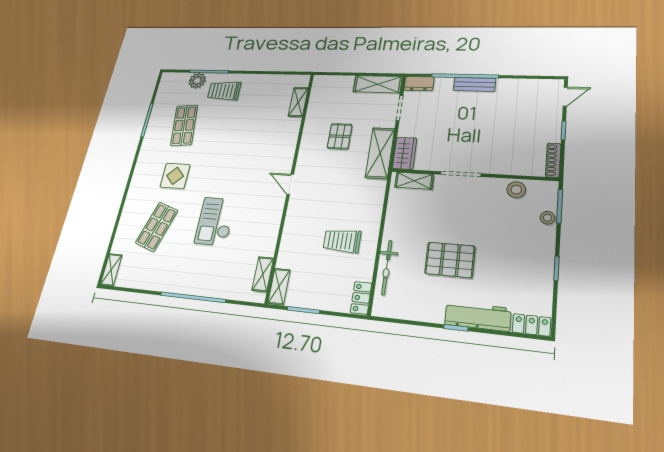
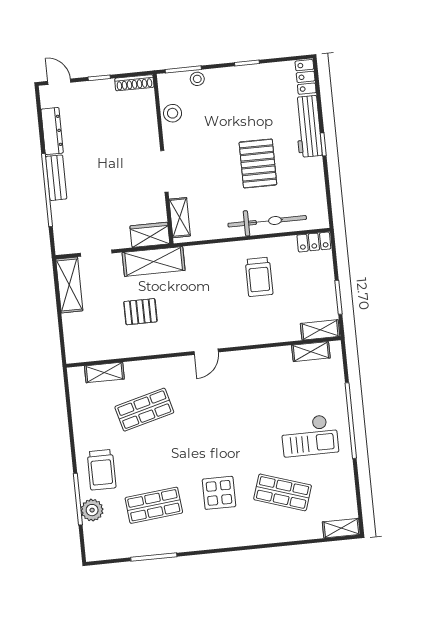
dresser: (419, 84) -> (52, 131), moved, width x1.44
shop shelf: (259, 128) -> (144, 410), added
checkout: (215, 221) -> (310, 436), moved
bicycle: (387, 267) -> (267, 221), width x1.37, depth x1.40

